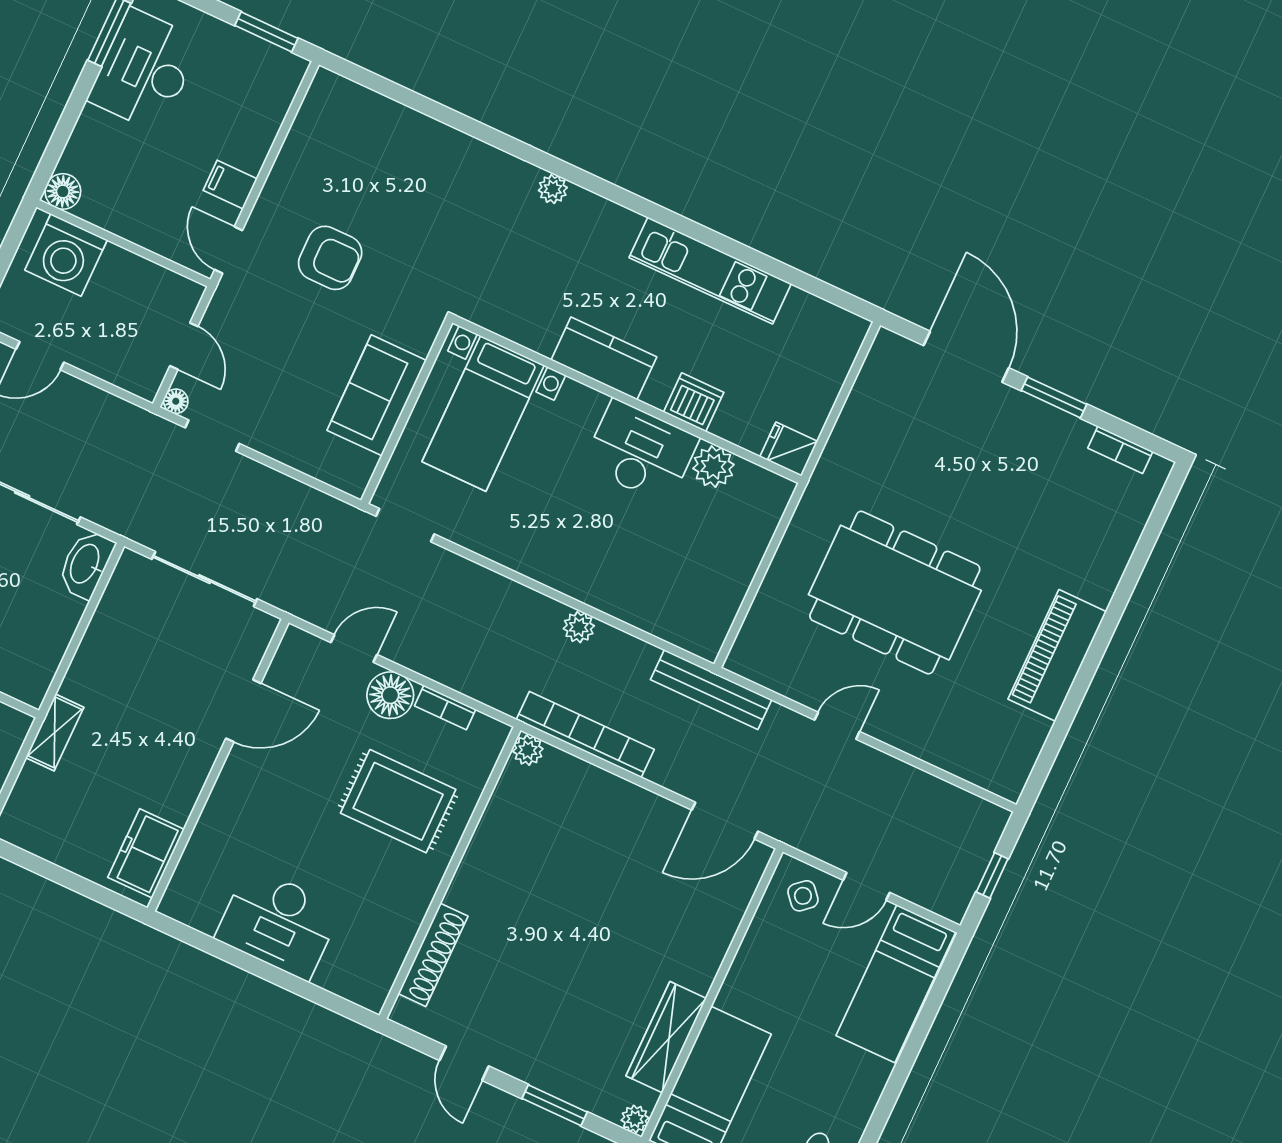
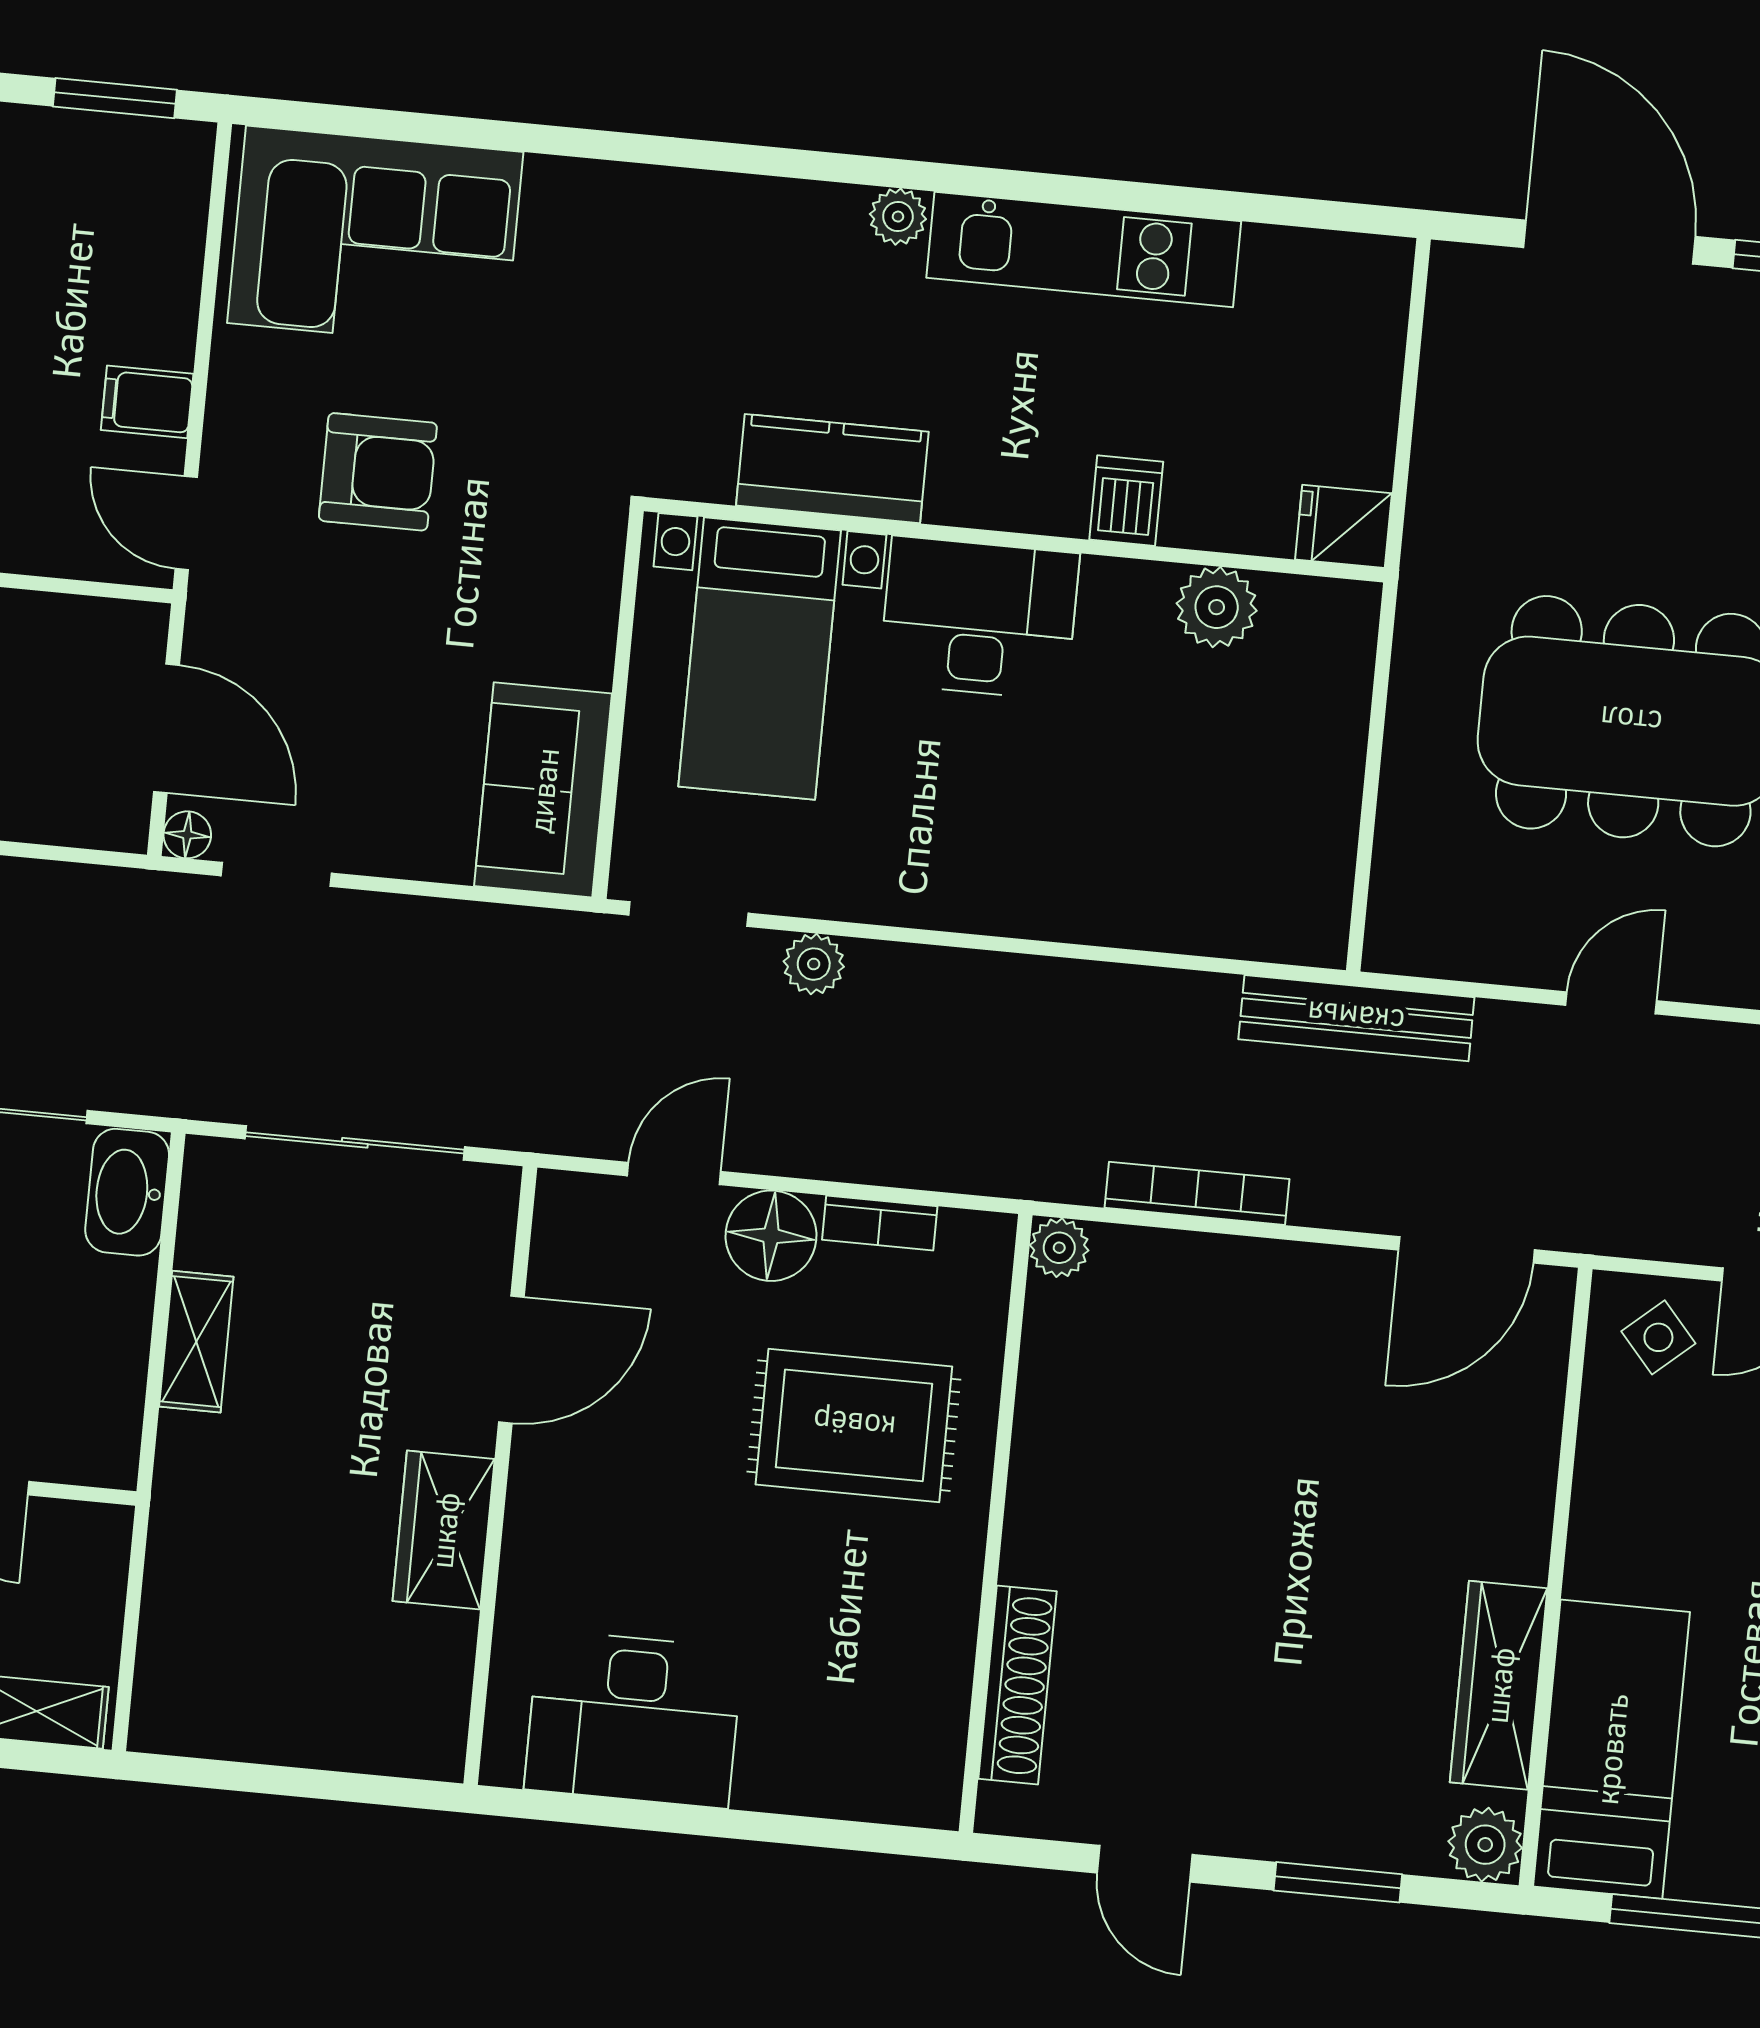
corner sofa: (369, 144) -> (375, 238), added
plant: (553, 189) -> (898, 217), moved
door: (184, 346) -> (167, 728), width x1.38
kitchen counter: (604, 358) -> (832, 469), moved
sofa: (377, 395) -> (543, 790), moved
dishwasher: (694, 402) -> (1126, 501), width x0.73
desk: (641, 452) -> (979, 618), moved
plant: (579, 627) -> (814, 964), moved
shelving: (55, 732) -> (196, 1342), moved
bookcase: (585, 735) -> (1197, 1193), width x0.68, depth x0.76
wardrobe: (181, 782) -> (444, 1530), added
freezer: (146, 853) -> (425, 1684), removed
desk: (278, 923) -> (634, 1719), moved
plant: (635, 1119) -> (1485, 1845), width x1.38, depth x1.38

